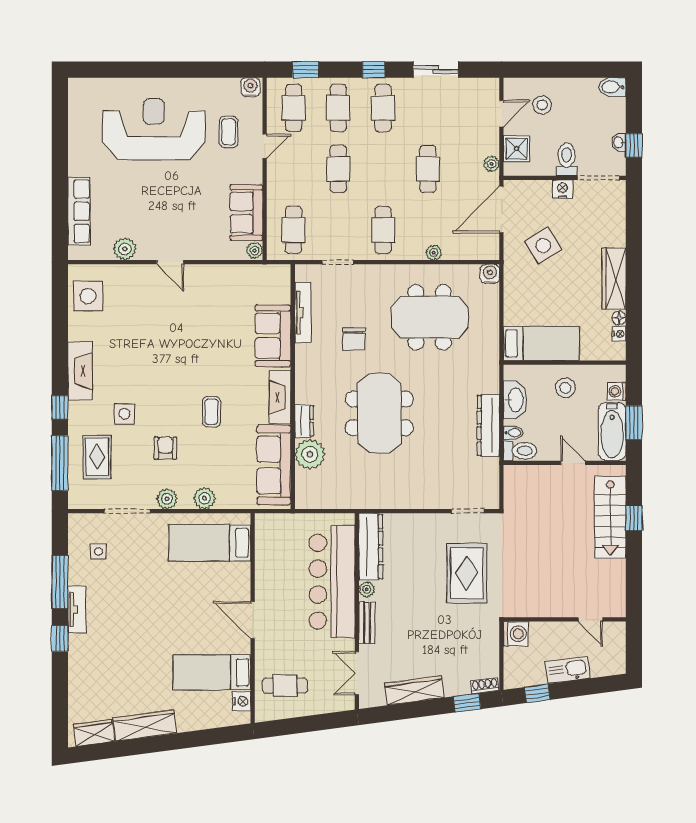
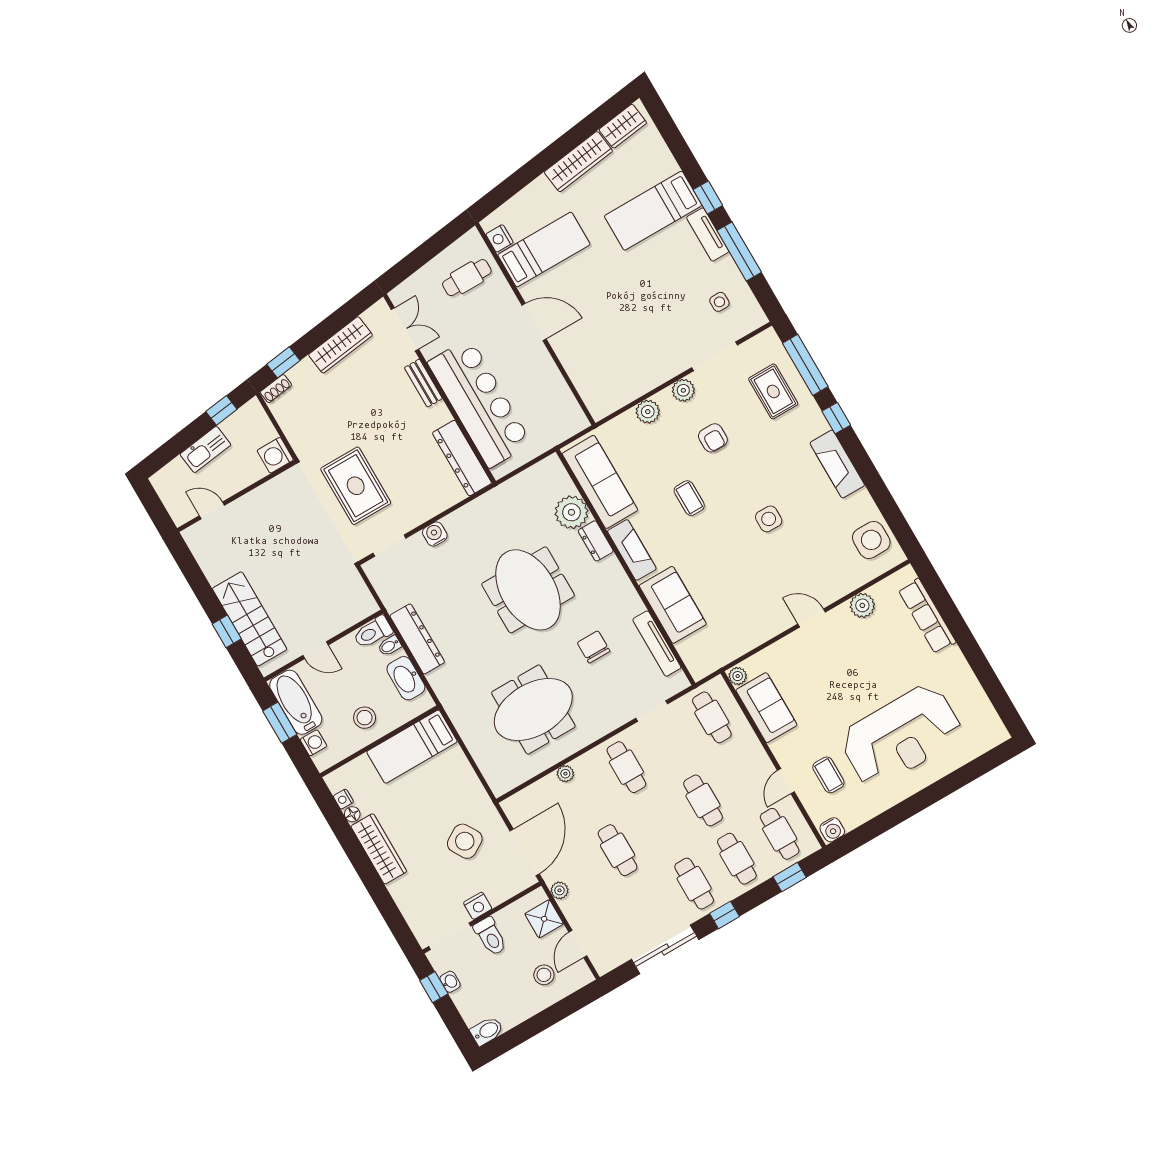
sliding door: (436, 70) -> (665, 949), width x1.37
water cooler: (490, 274) -> (435, 534), moved, turned 180
side table: (125, 414) -> (769, 519), moved
bed: (210, 543) -> (653, 211), moved, turned 180
plant: (367, 589) -> (442, 415), removed

